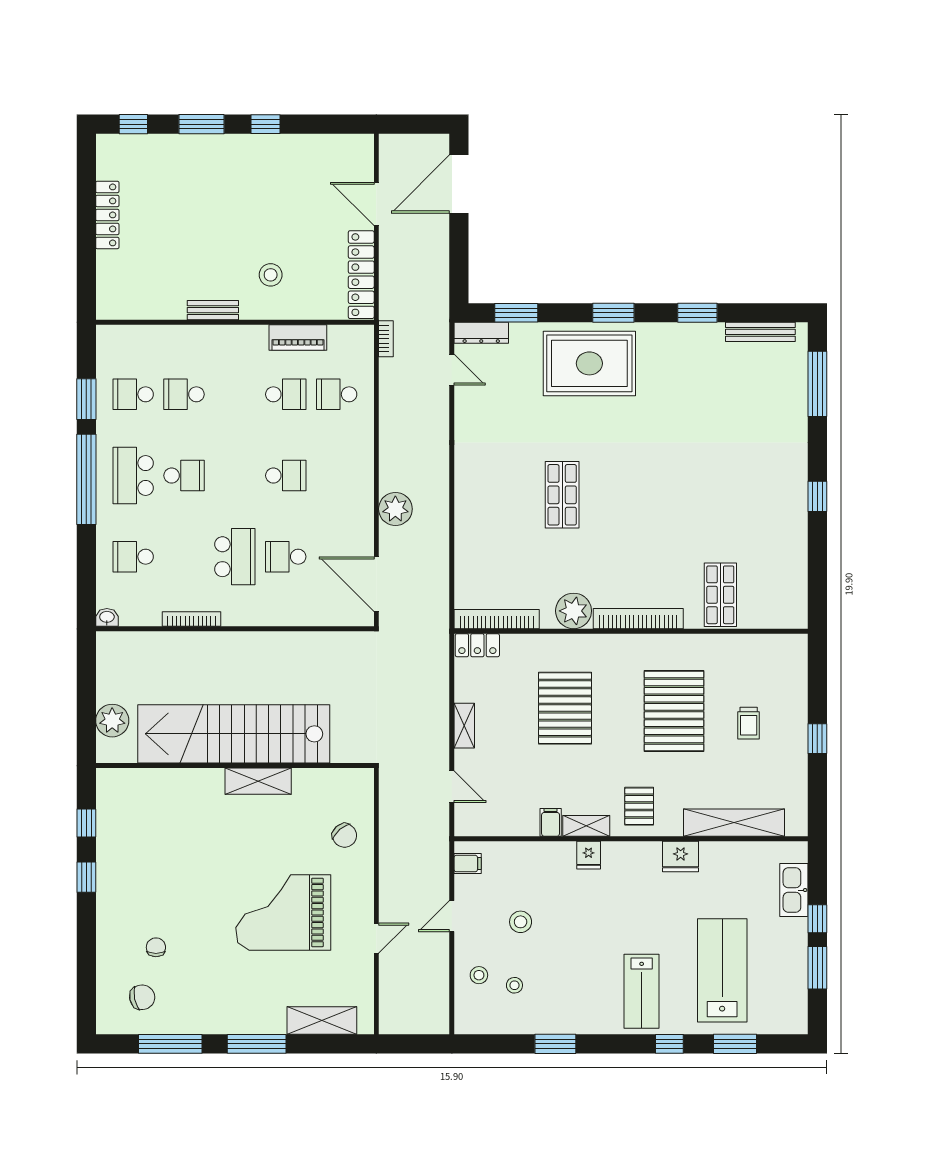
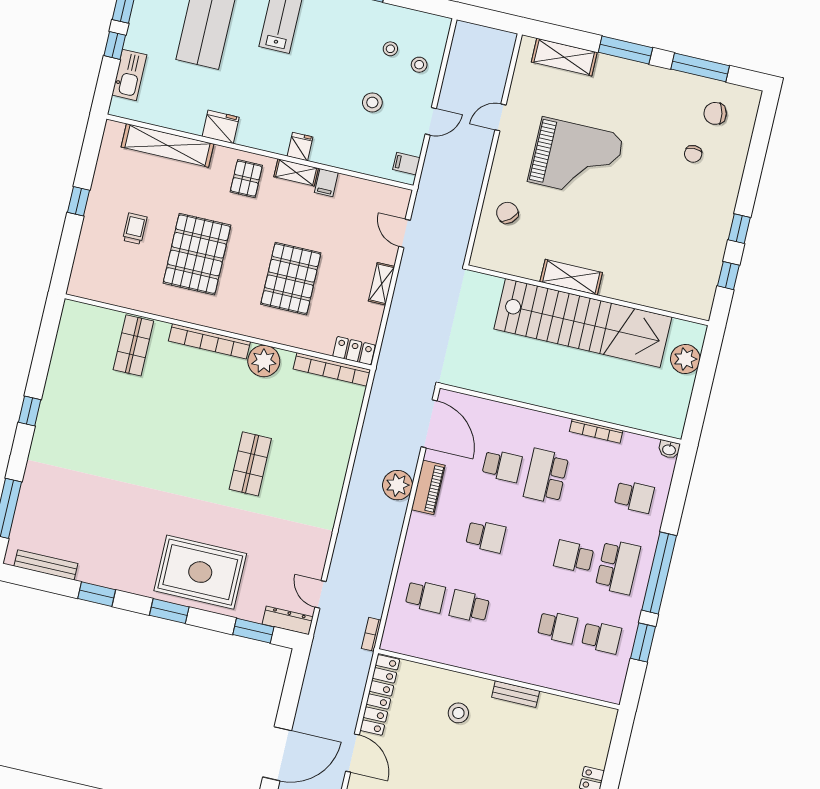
piano: (298, 337) -> (428, 487), moved, turned 90
school desk: (286, 476) -> (486, 536), turned 180

